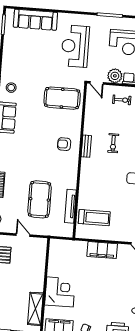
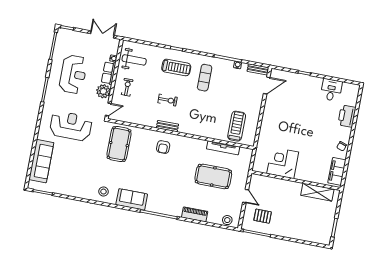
reception desk: (75, 46) -> (71, 126), turned 180
door: (23, 235) -> (246, 196), swing flipped
filing cabinet: (102, 250) -> (268, 122), removed
corner desk: (60, 292) -> (283, 163), moved

